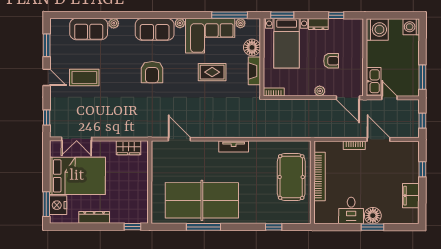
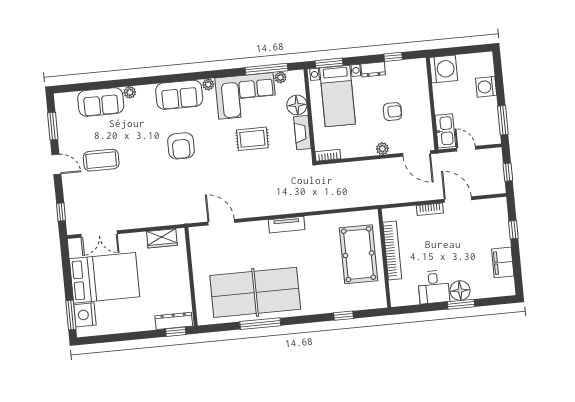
washing machine: (411, 27) -> (486, 87), moved
dresser: (94, 217) -> (174, 321), moved

